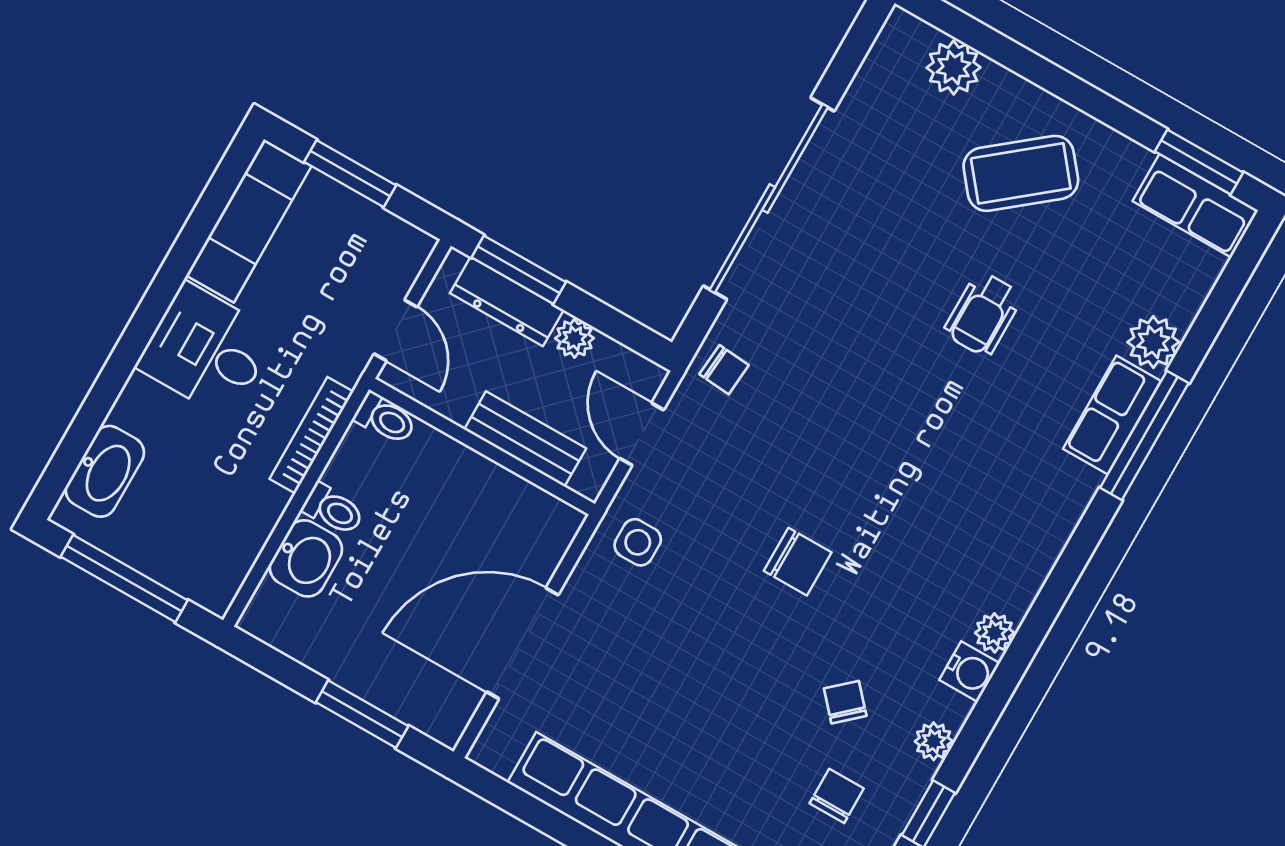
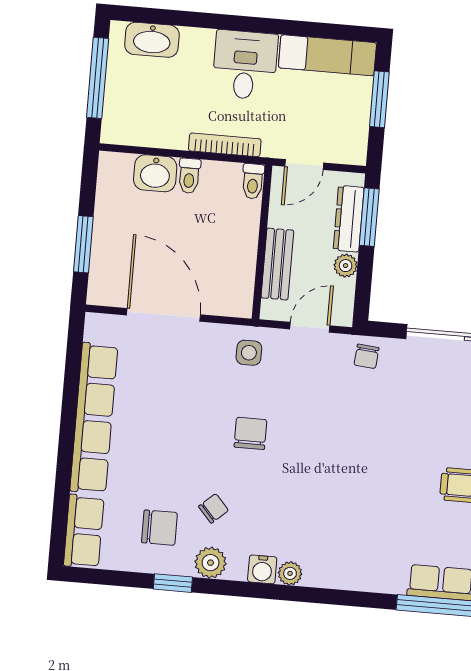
chair: (798, 562) -> (250, 433), moved, turned 180
plant: (934, 741) -> (211, 563), width x1.38, depth x1.38
chair: (837, 796) -> (159, 528), width x1.37, depth x1.37

